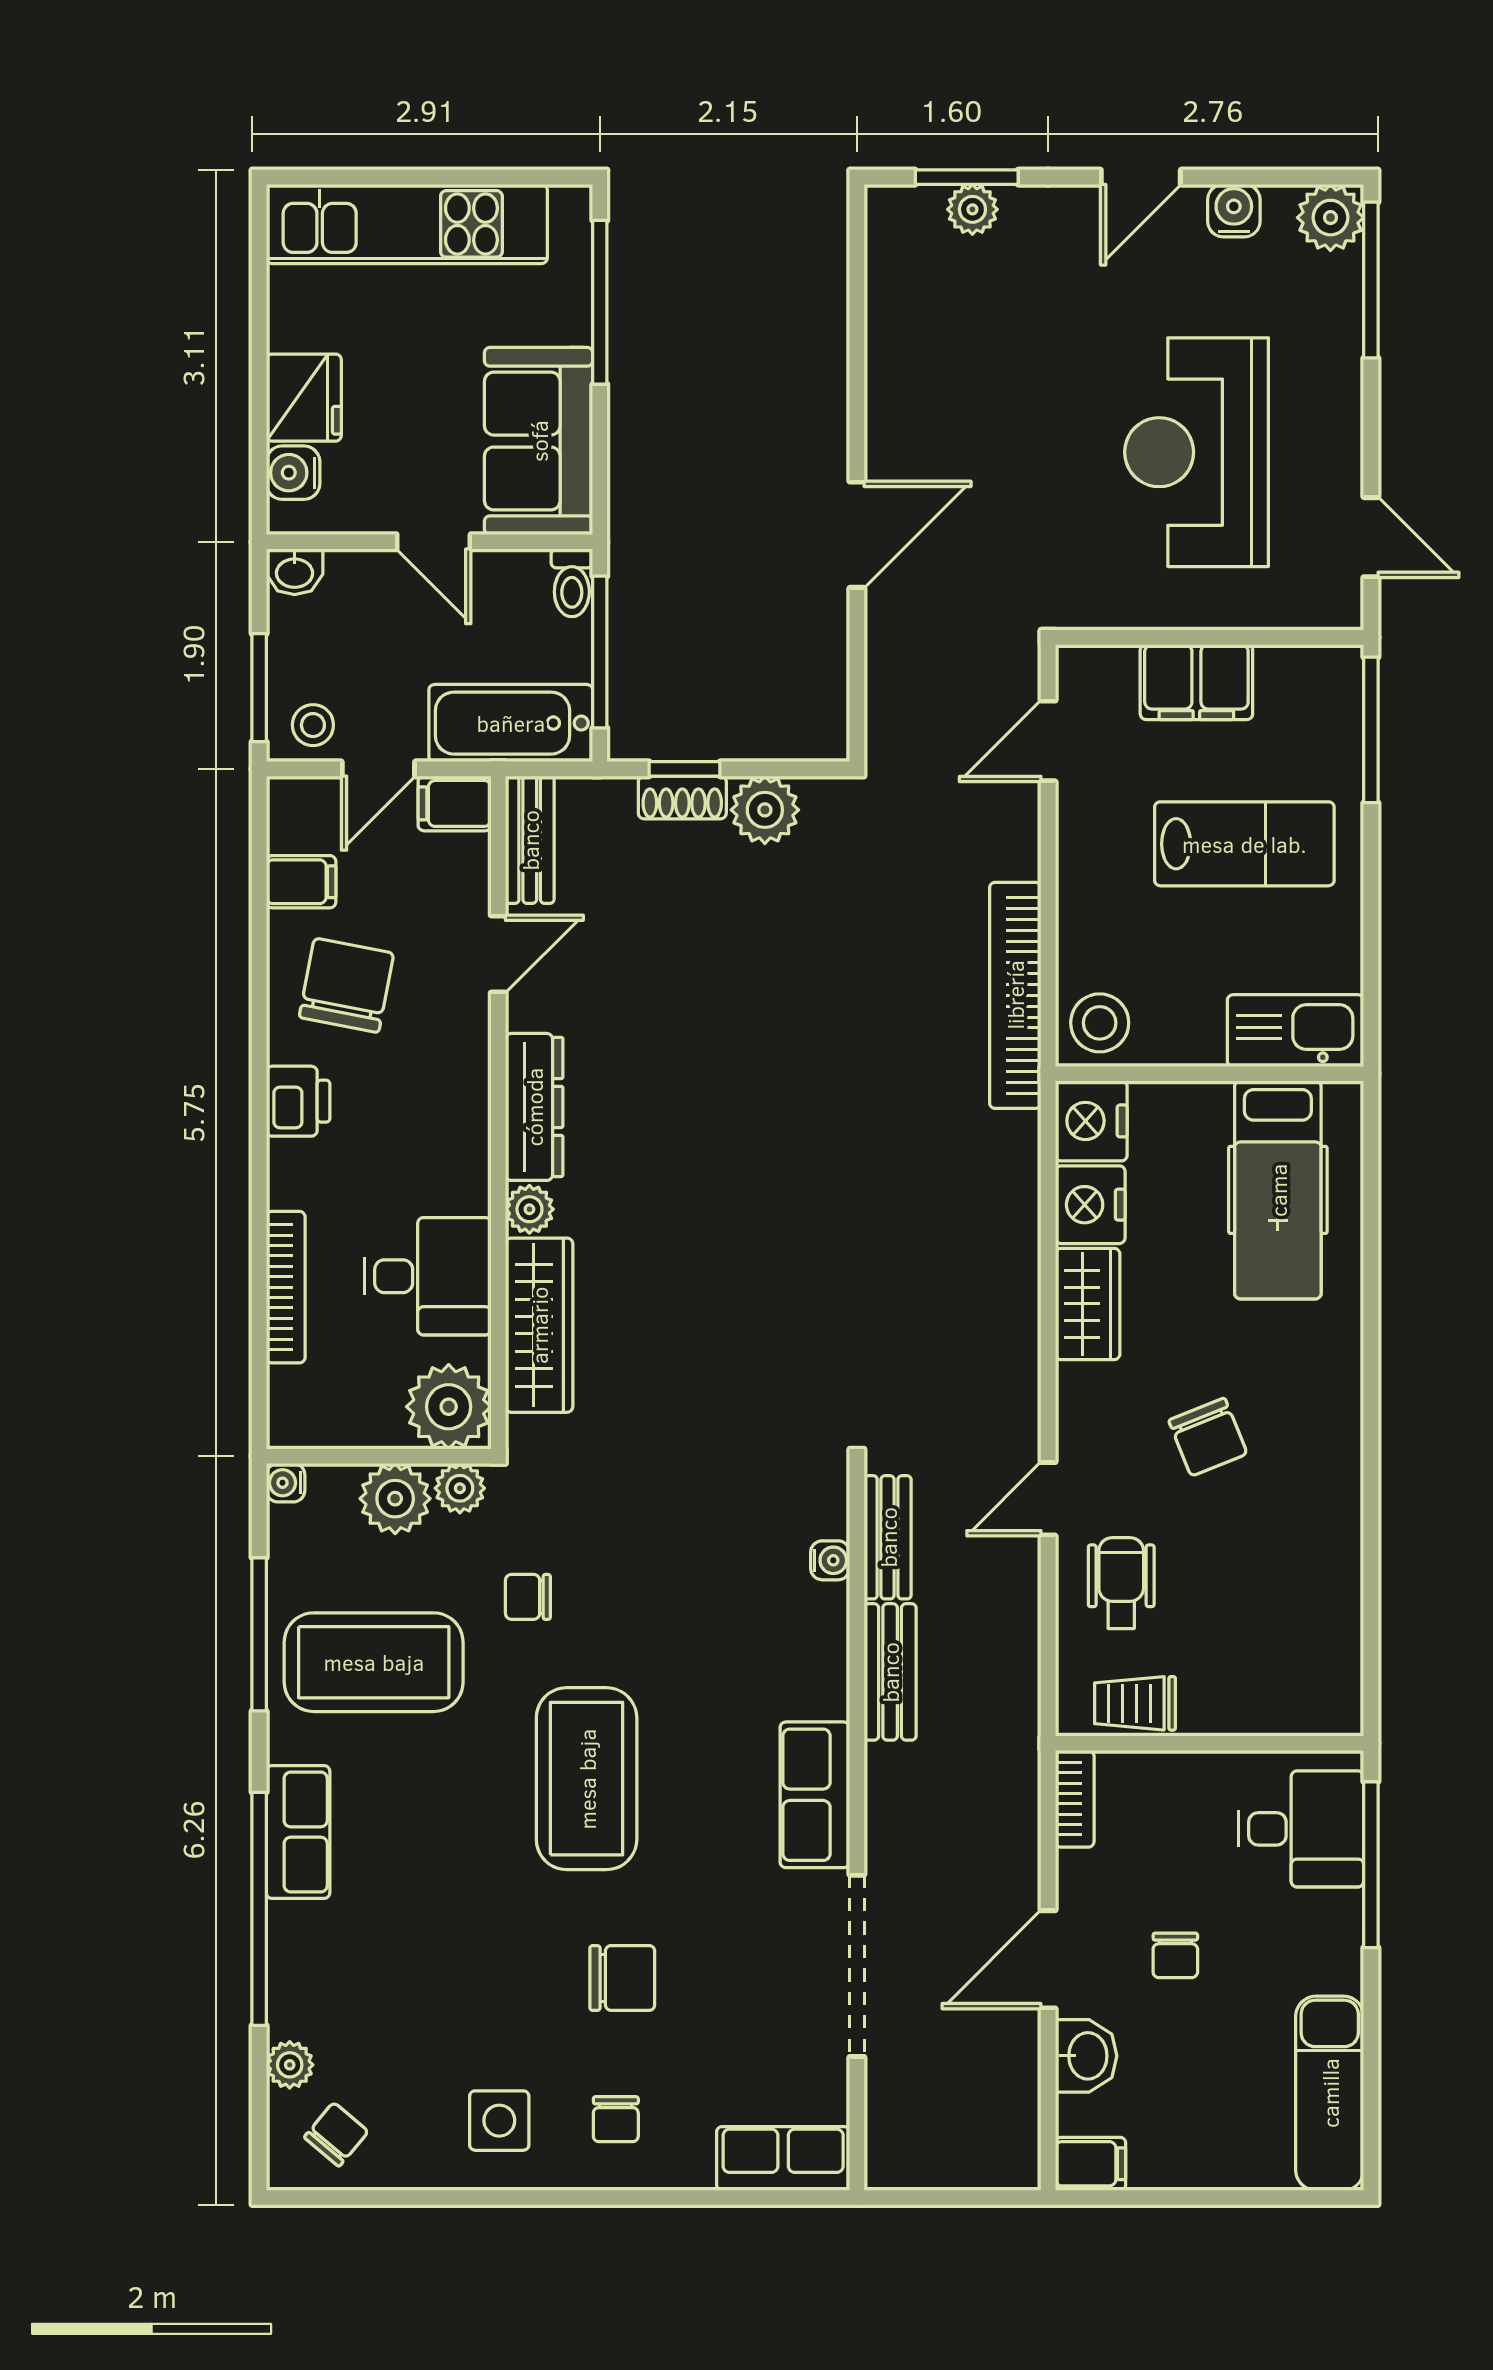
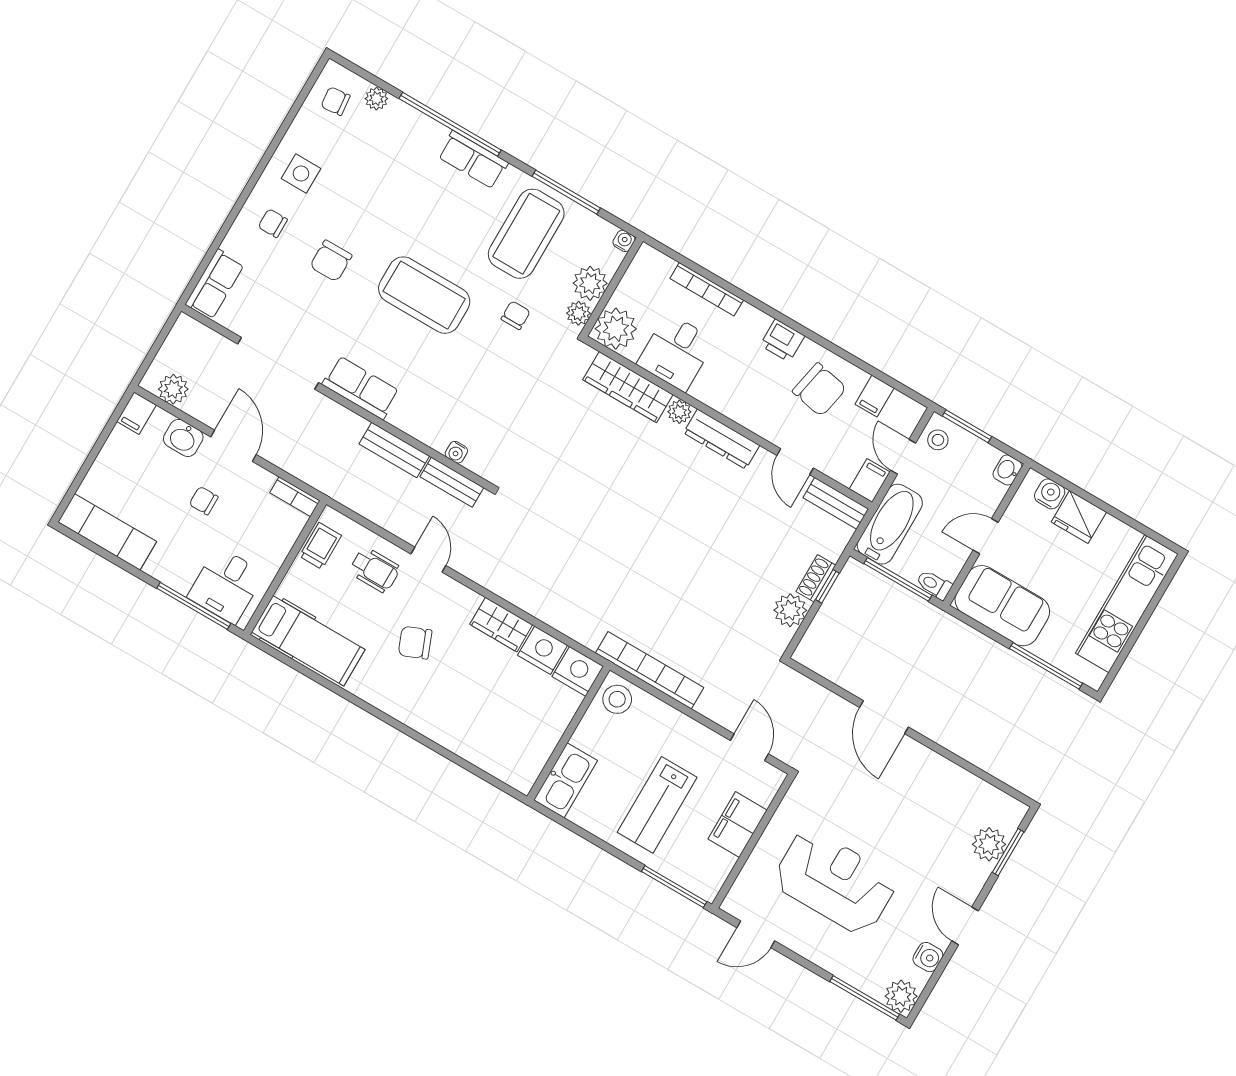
plant: (972, 209) -> (989, 844), width x1.38, depth x1.38
hospital bed: (1278, 1190) -> (308, 641), moved, turned 180
plant: (1010, 2124) -> (173, 389), added
chair: (336, 2134) -> (335, 101), turned 134

